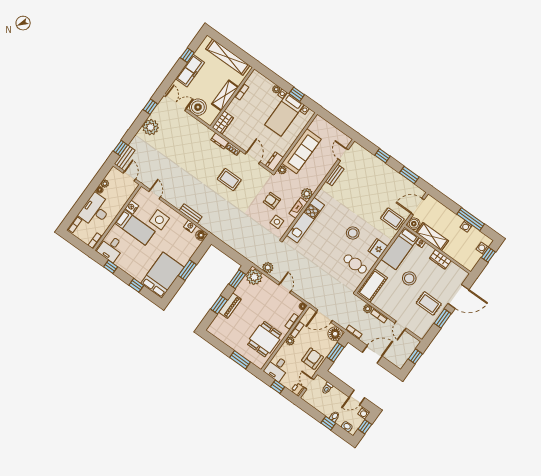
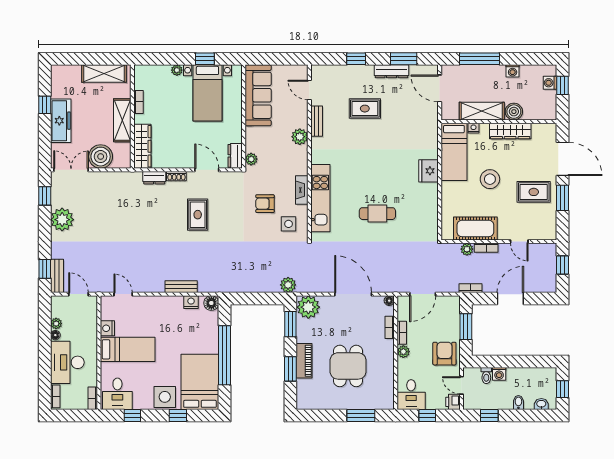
shelving: (228, 57) -> (104, 73), width x0.68
wardrobe: (223, 123) -> (142, 146), width x1.50
sofa: (302, 151) -> (258, 95), moved
dresser: (397, 177) -> (391, 71), added
rug: (229, 180) -> (198, 215), turned 90
plant: (307, 194) -> (300, 137), moved
door: (418, 207) -> (440, 88), hinge flipped
rug: (392, 219) -> (365, 109), moved
window: (471, 219) -> (480, 59), moved
side table: (159, 220) -> (165, 397), moved
boiler: (414, 224) -> (514, 112), moved
stool: (353, 233) -> (386, 174), removed
wardrobe: (440, 259) -> (510, 131), width x1.50
cafe table: (355, 264) -> (377, 214), moved
plant: (268, 268) -> (288, 285), moved
window: (187, 270) -> (225, 355), width x2.11
cot: (372, 285) -> (475, 228), moved, turned 90
door: (285, 288) -> (353, 294), width x1.88
door: (458, 296) -> (562, 159), hinge flipped
floor lamp: (335, 334) -> (450, 306), removed
dining table: (265, 339) -> (348, 366), moved
door: (357, 397) -> (529, 361), removed
washing machine: (364, 413) -> (499, 374), moved
window: (328, 423) -> (489, 416), moved

